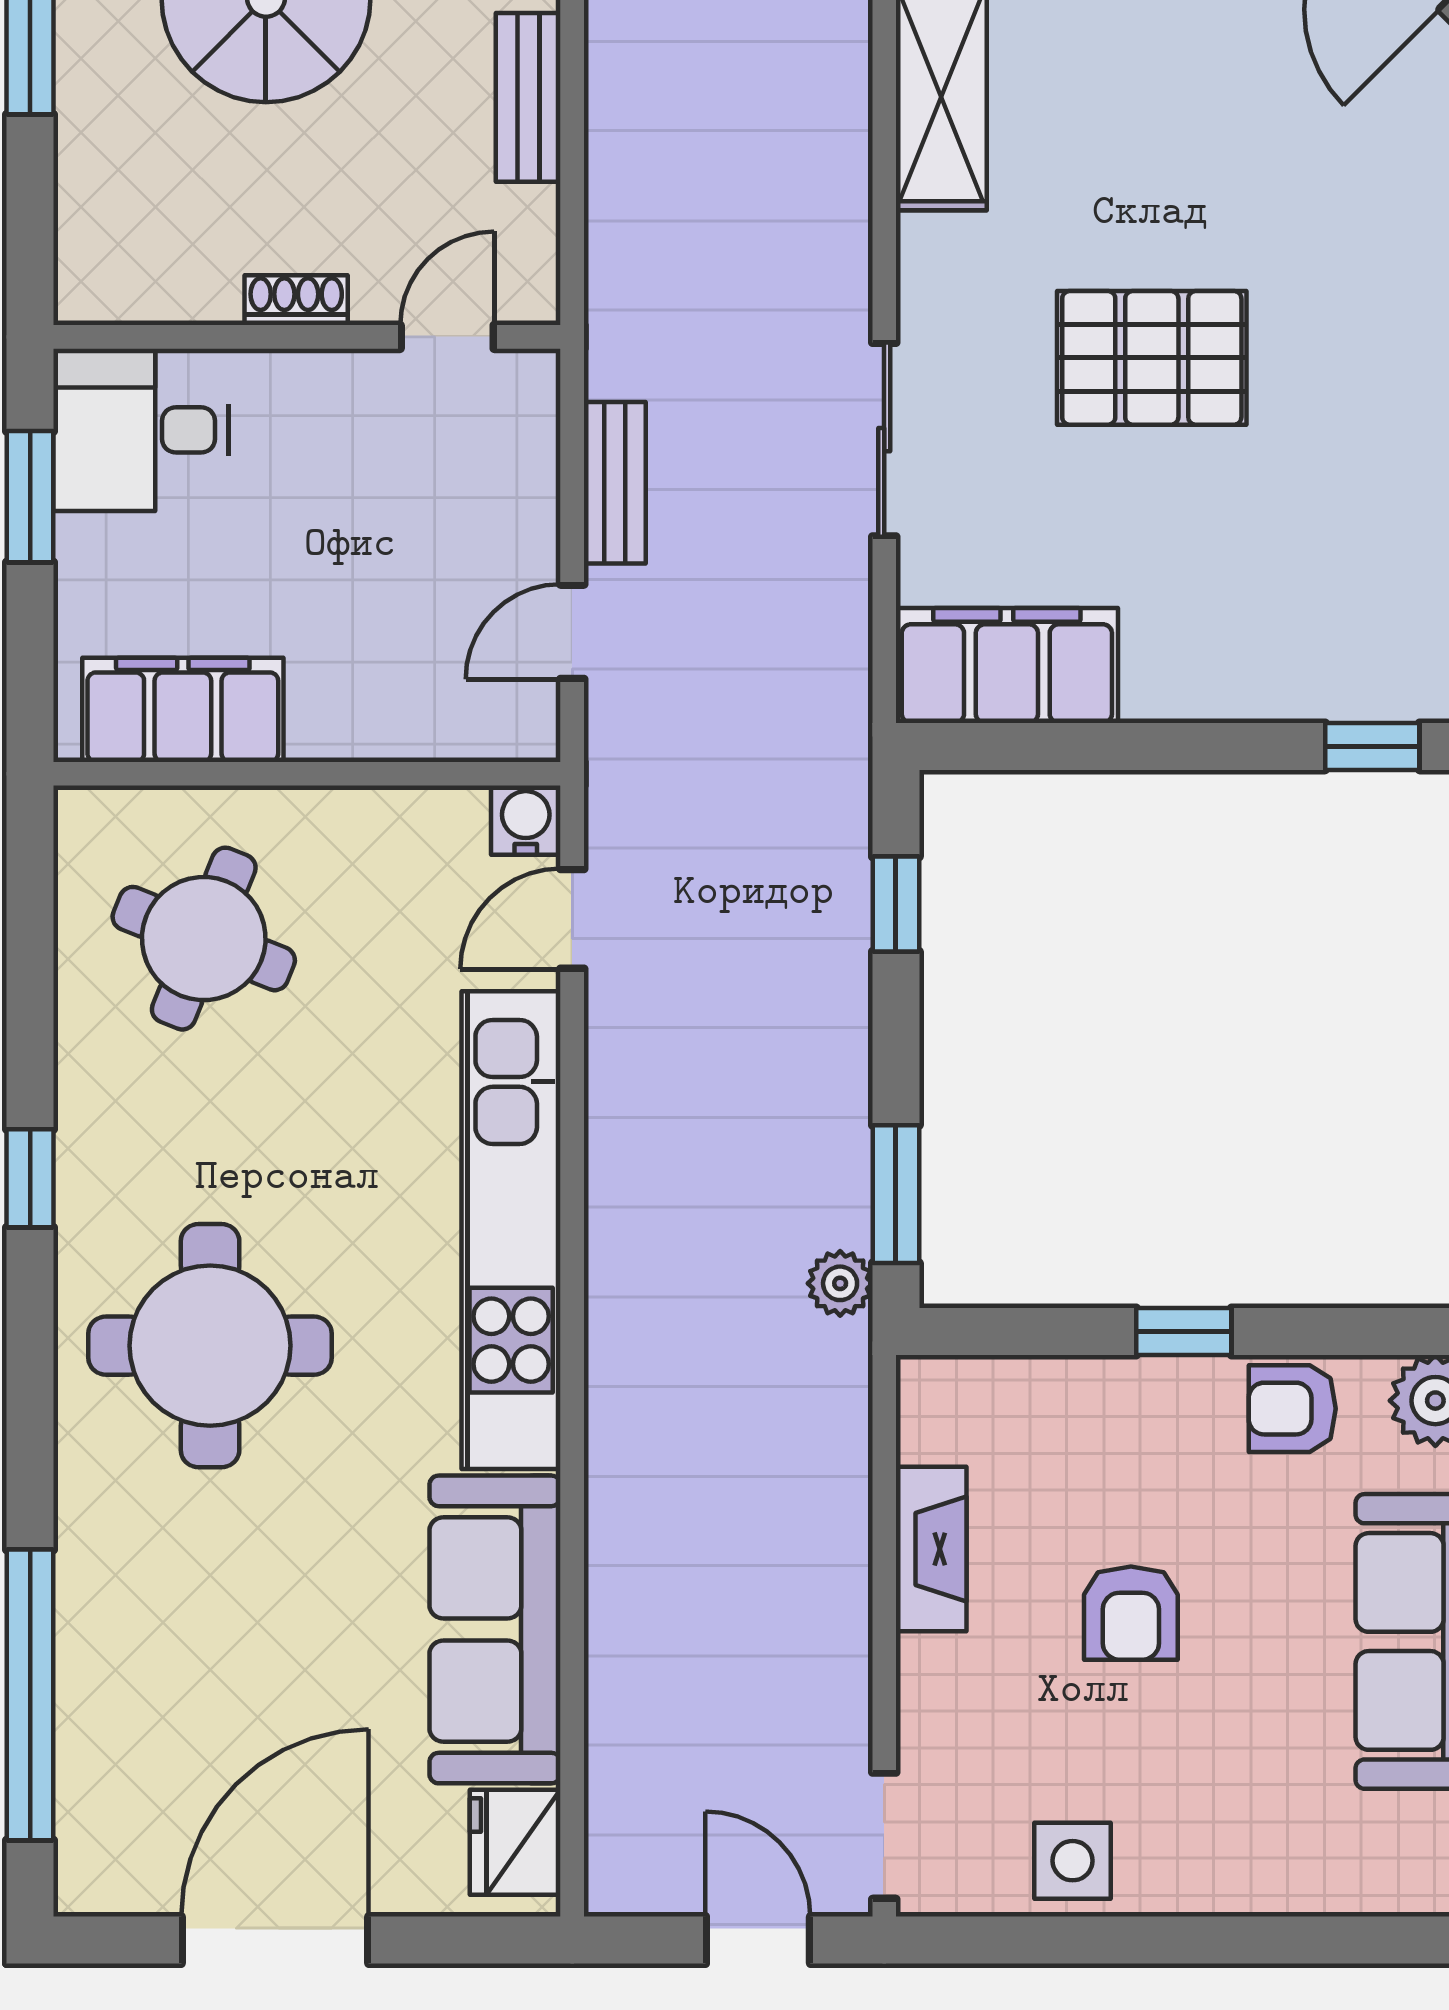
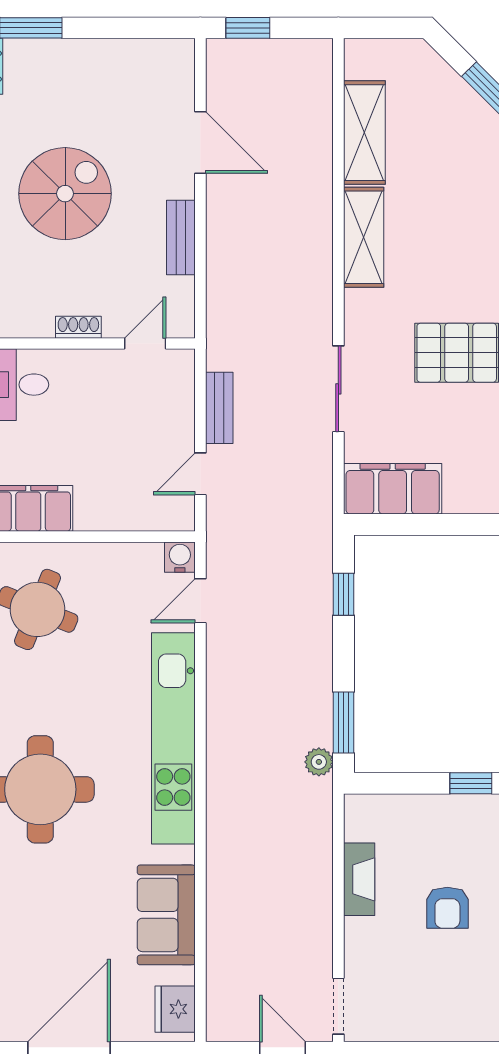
sofa: (495, 1629) -> (166, 915), width x0.73
side table: (1073, 1861) -> (422, 1017), removed

